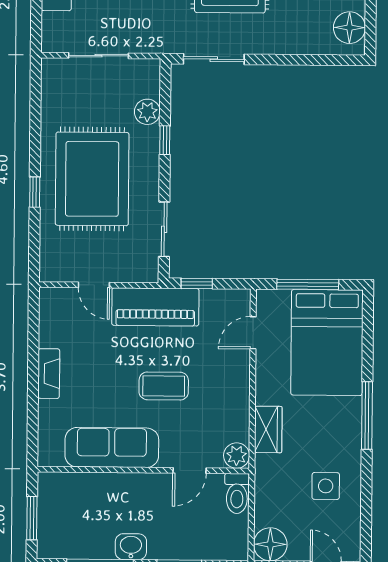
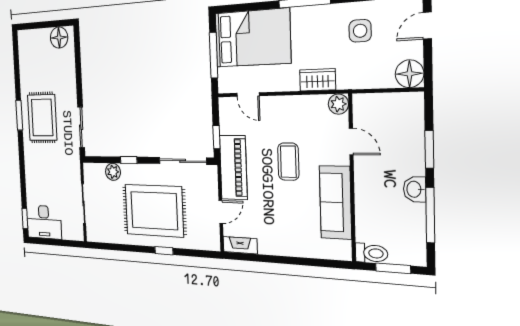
sliding door: (164, 229) -> (183, 161), width x1.37
fireplace: (49, 374) -> (240, 245), moved
toilet: (237, 493) -> (371, 253), moved

